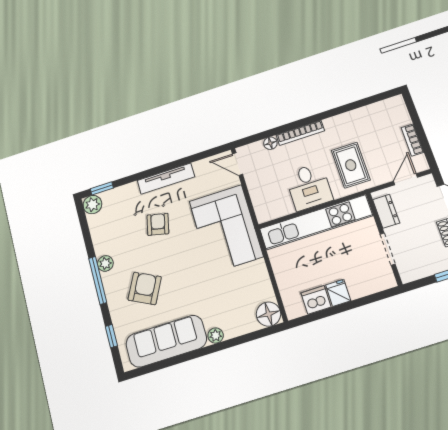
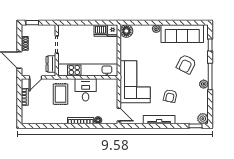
fridge: (338, 293) -> (113, 31), moved

